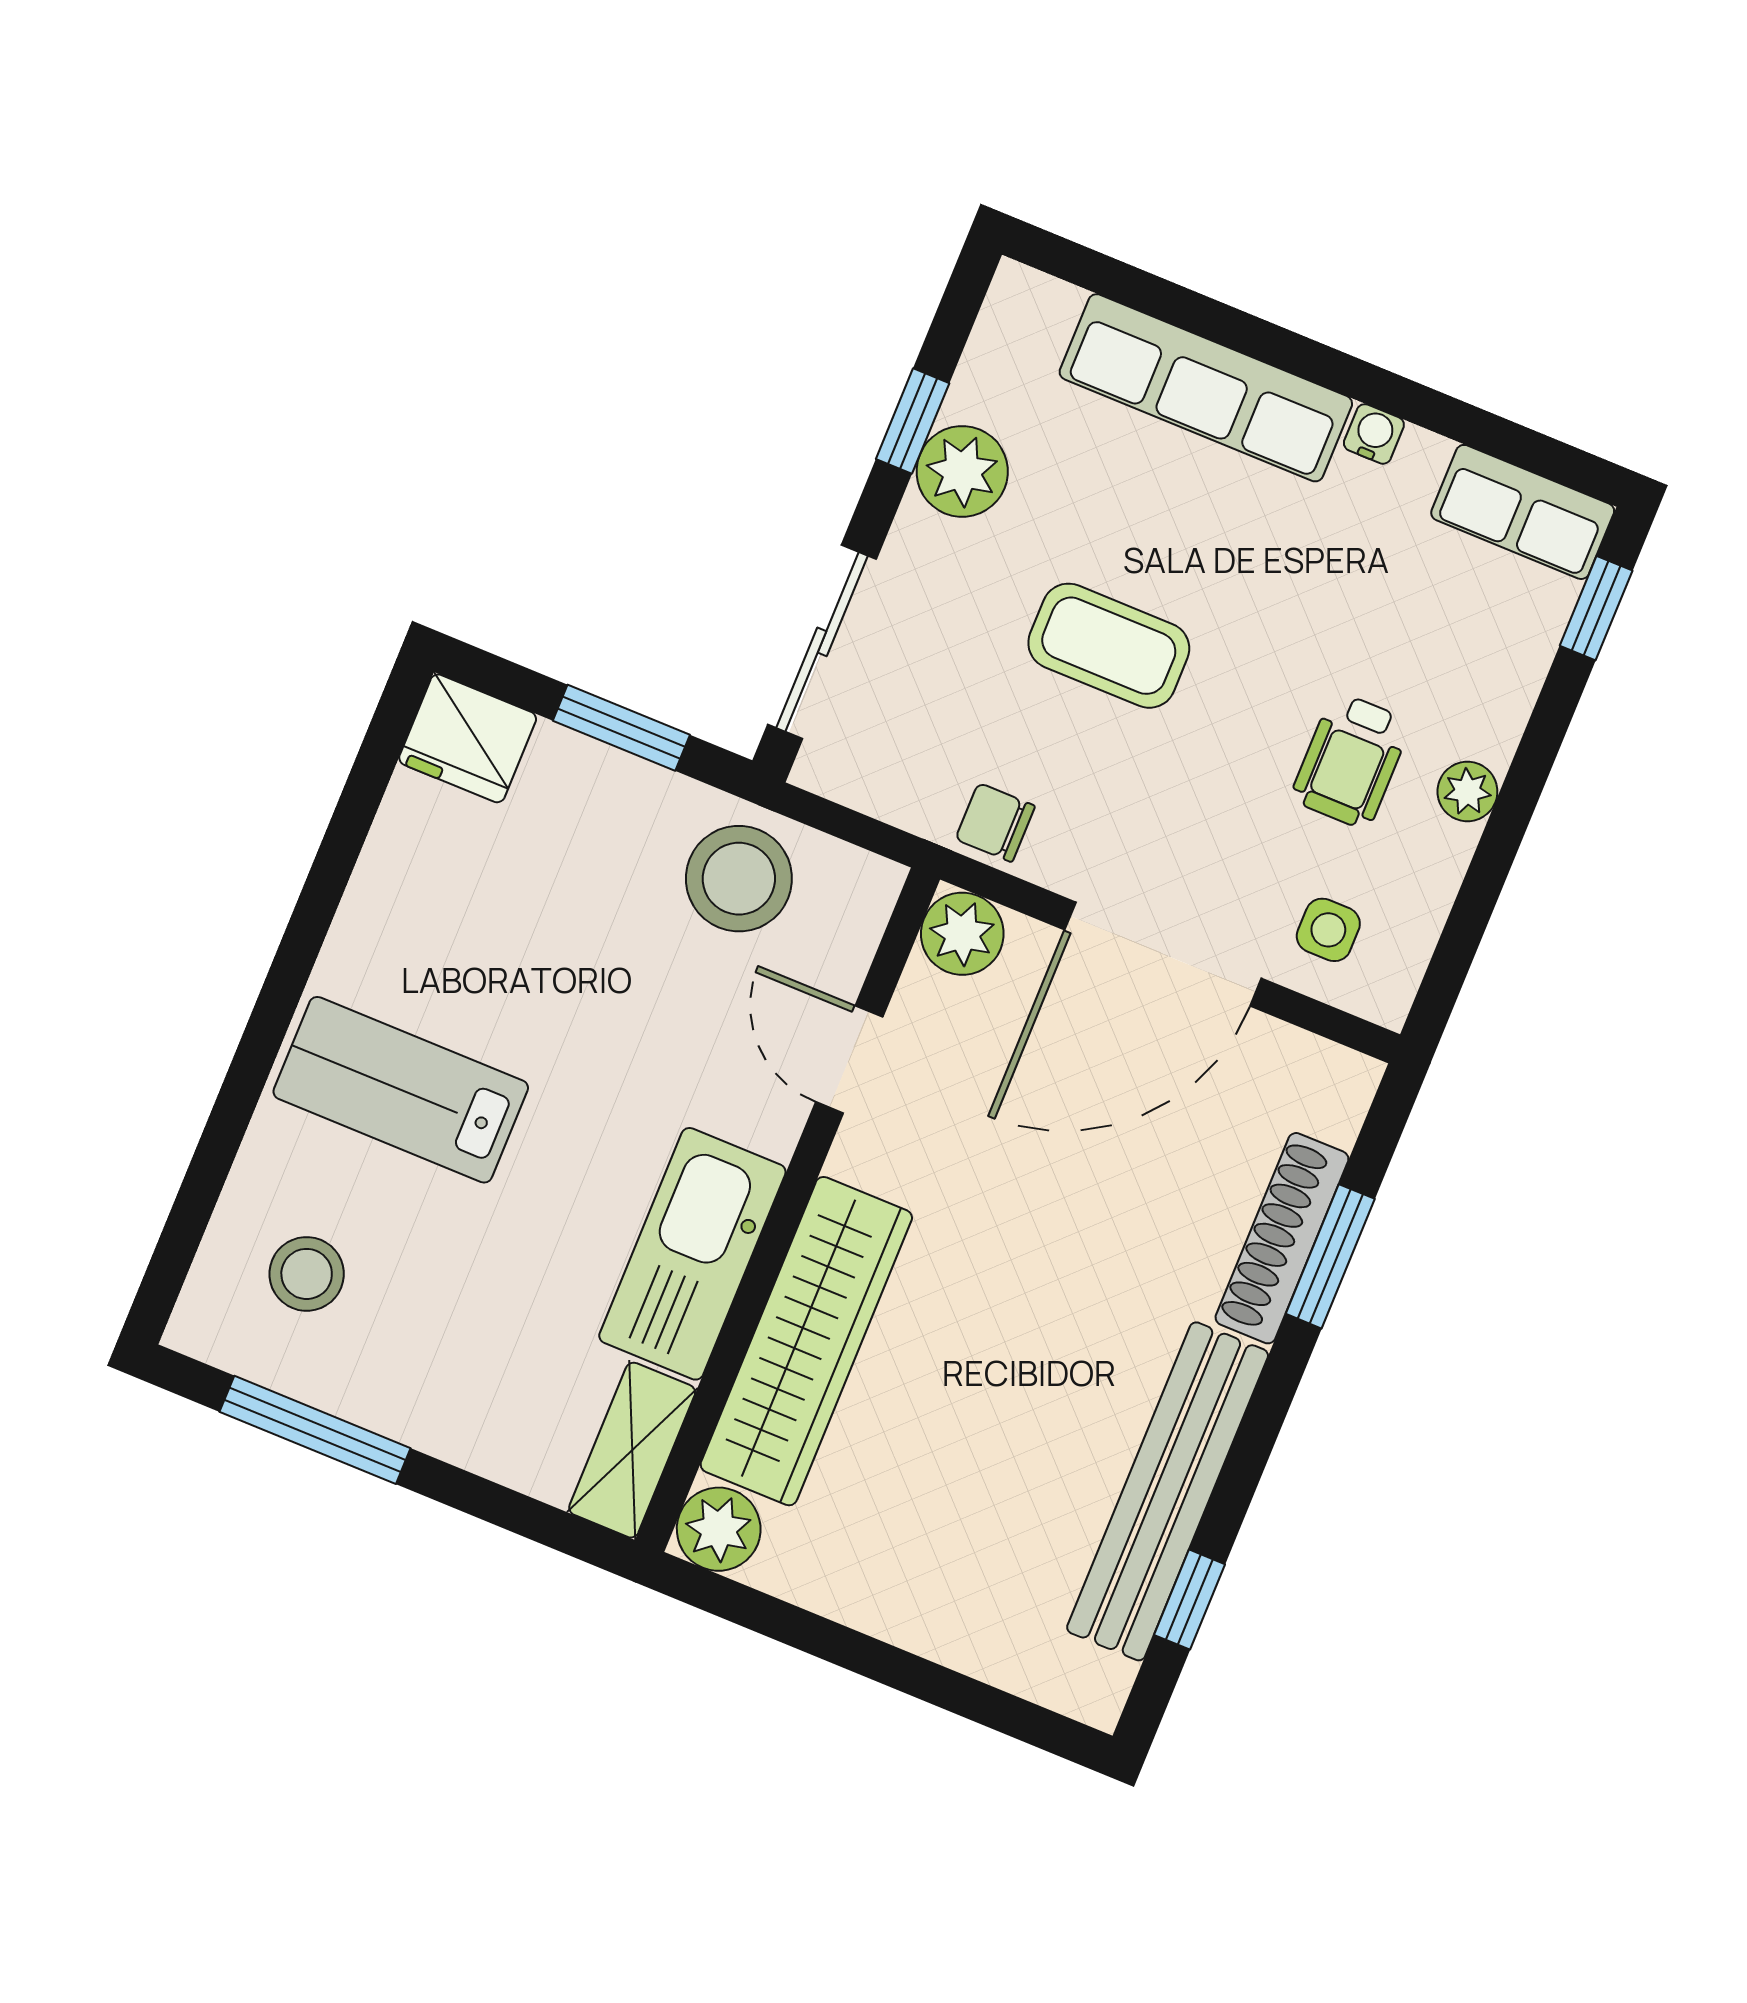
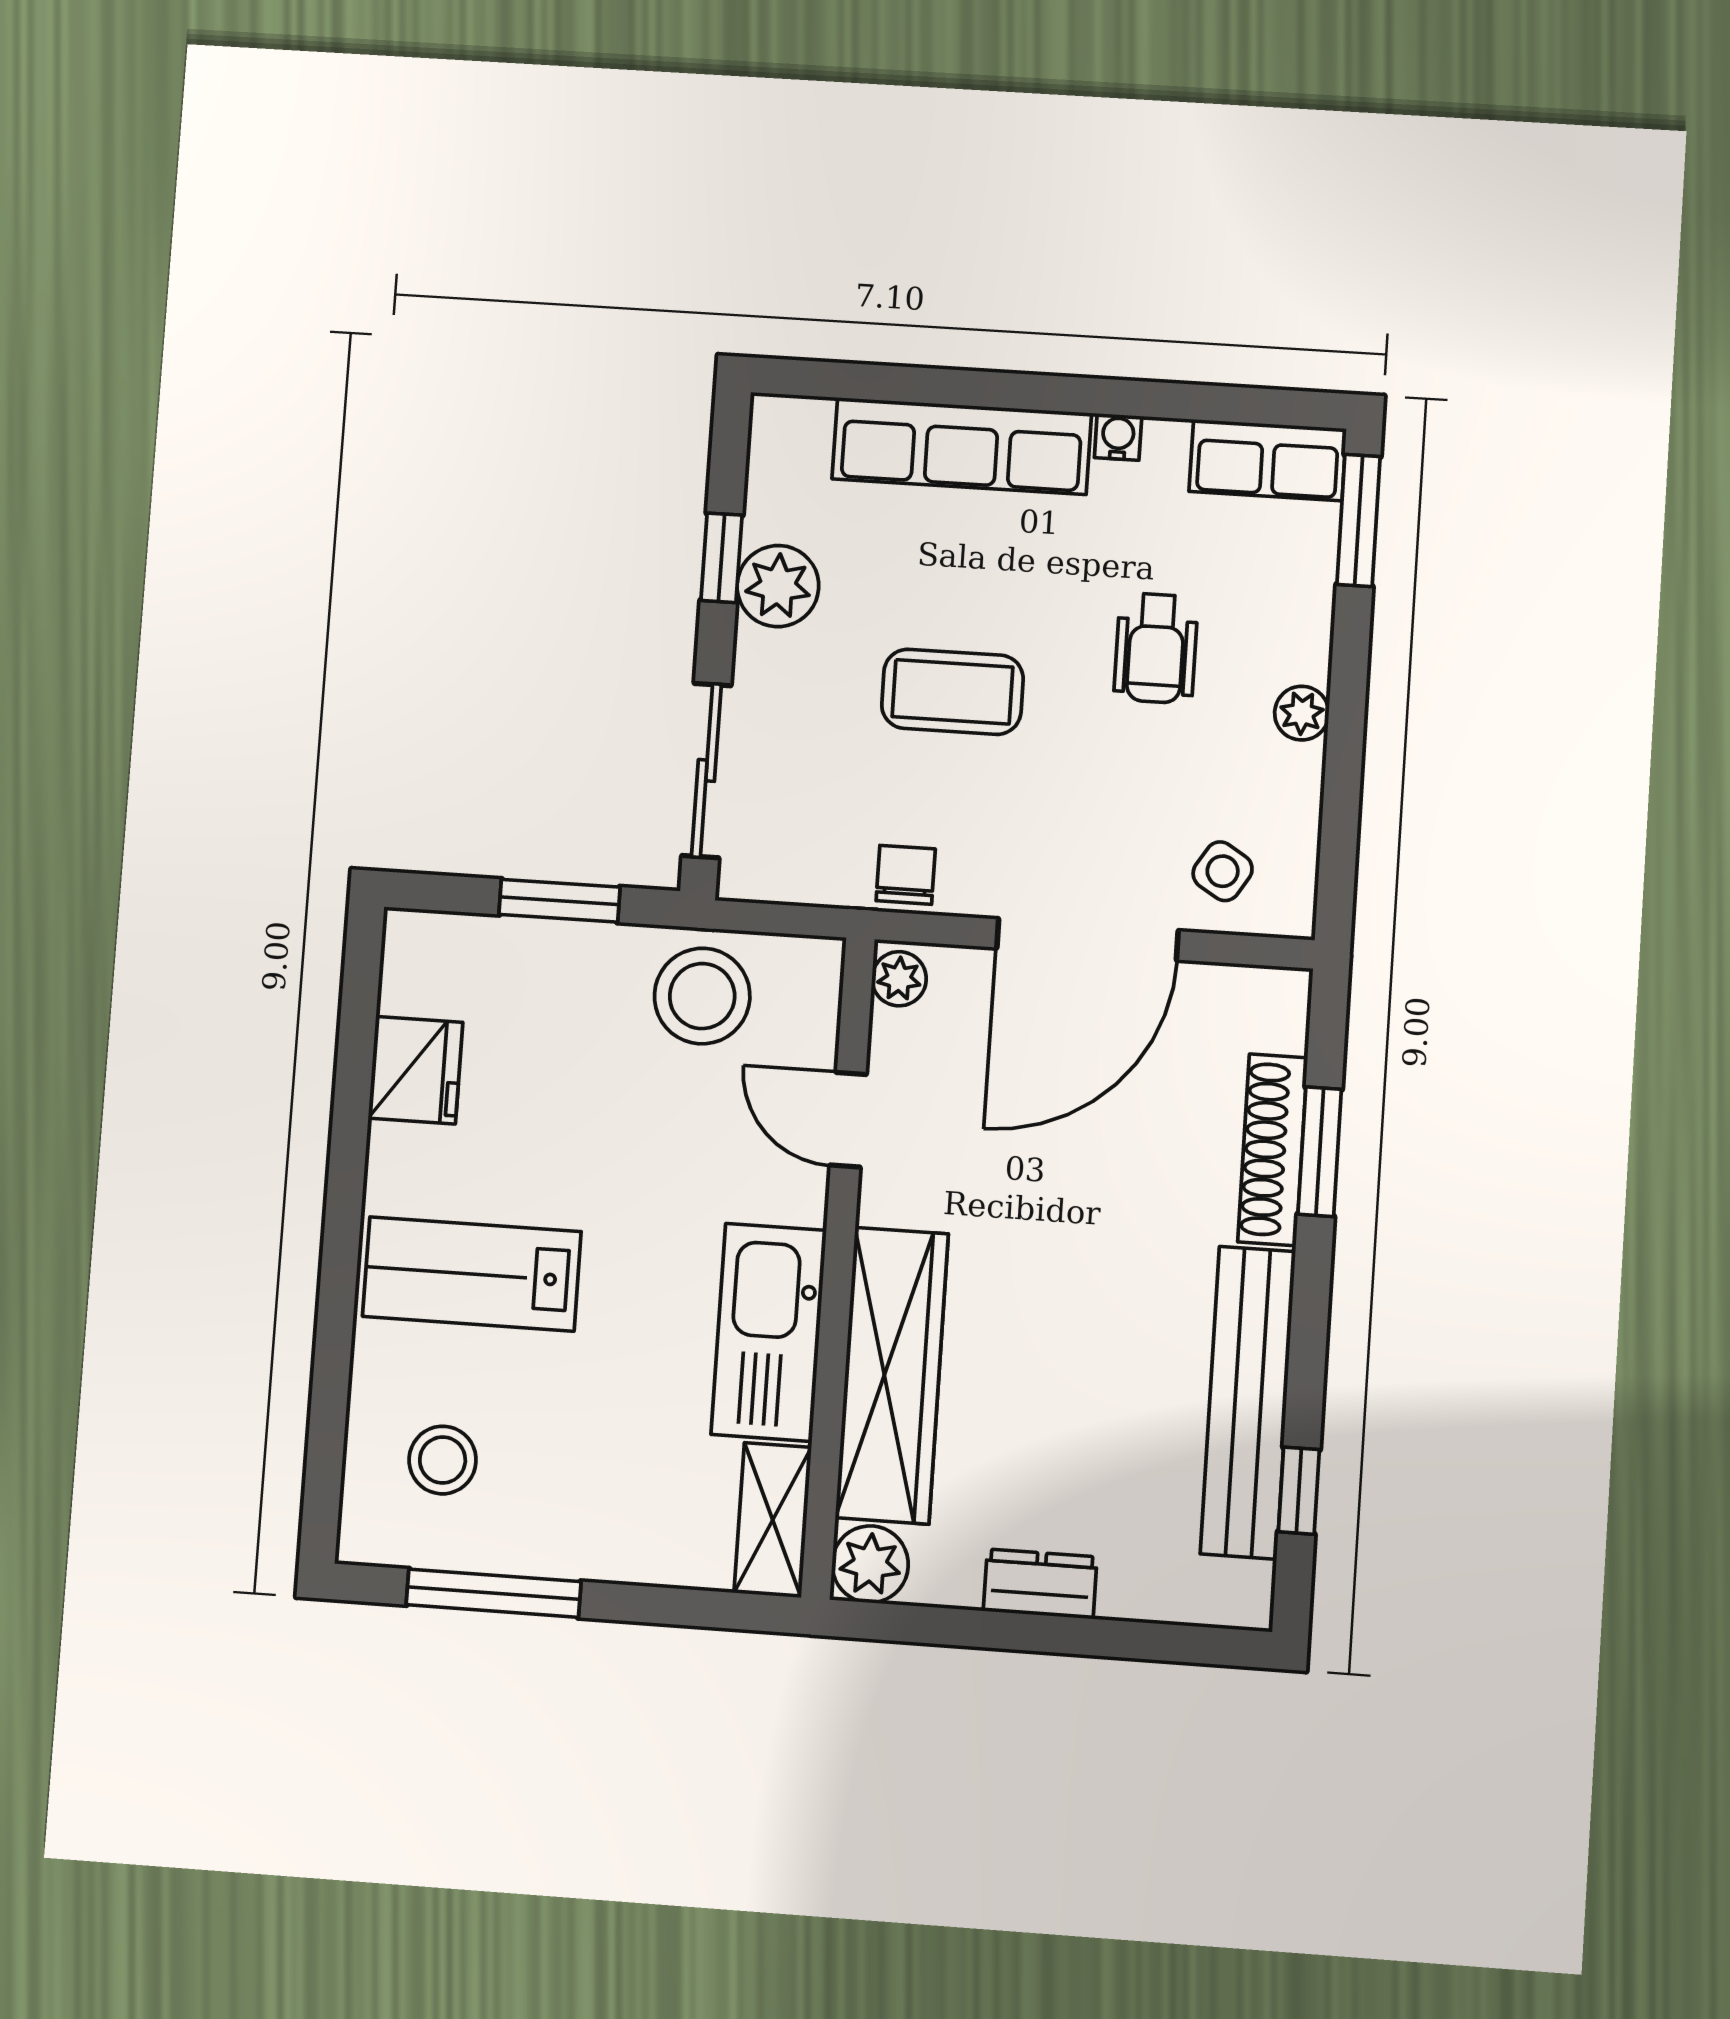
window: (1596, 608) -> (1359, 520), width x1.50
fridge: (468, 738) -> (415, 1070), moved, turned -90
wheelchair: (1351, 761) -> (1156, 648), moved
chair: (995, 823) -> (906, 875), turned 90
side table: (1328, 930) -> (1223, 871), turned 32
plant: (962, 934) -> (899, 979), width x0.73, depth x0.73
dresser: (889, 1607) -> (1040, 1584), added

